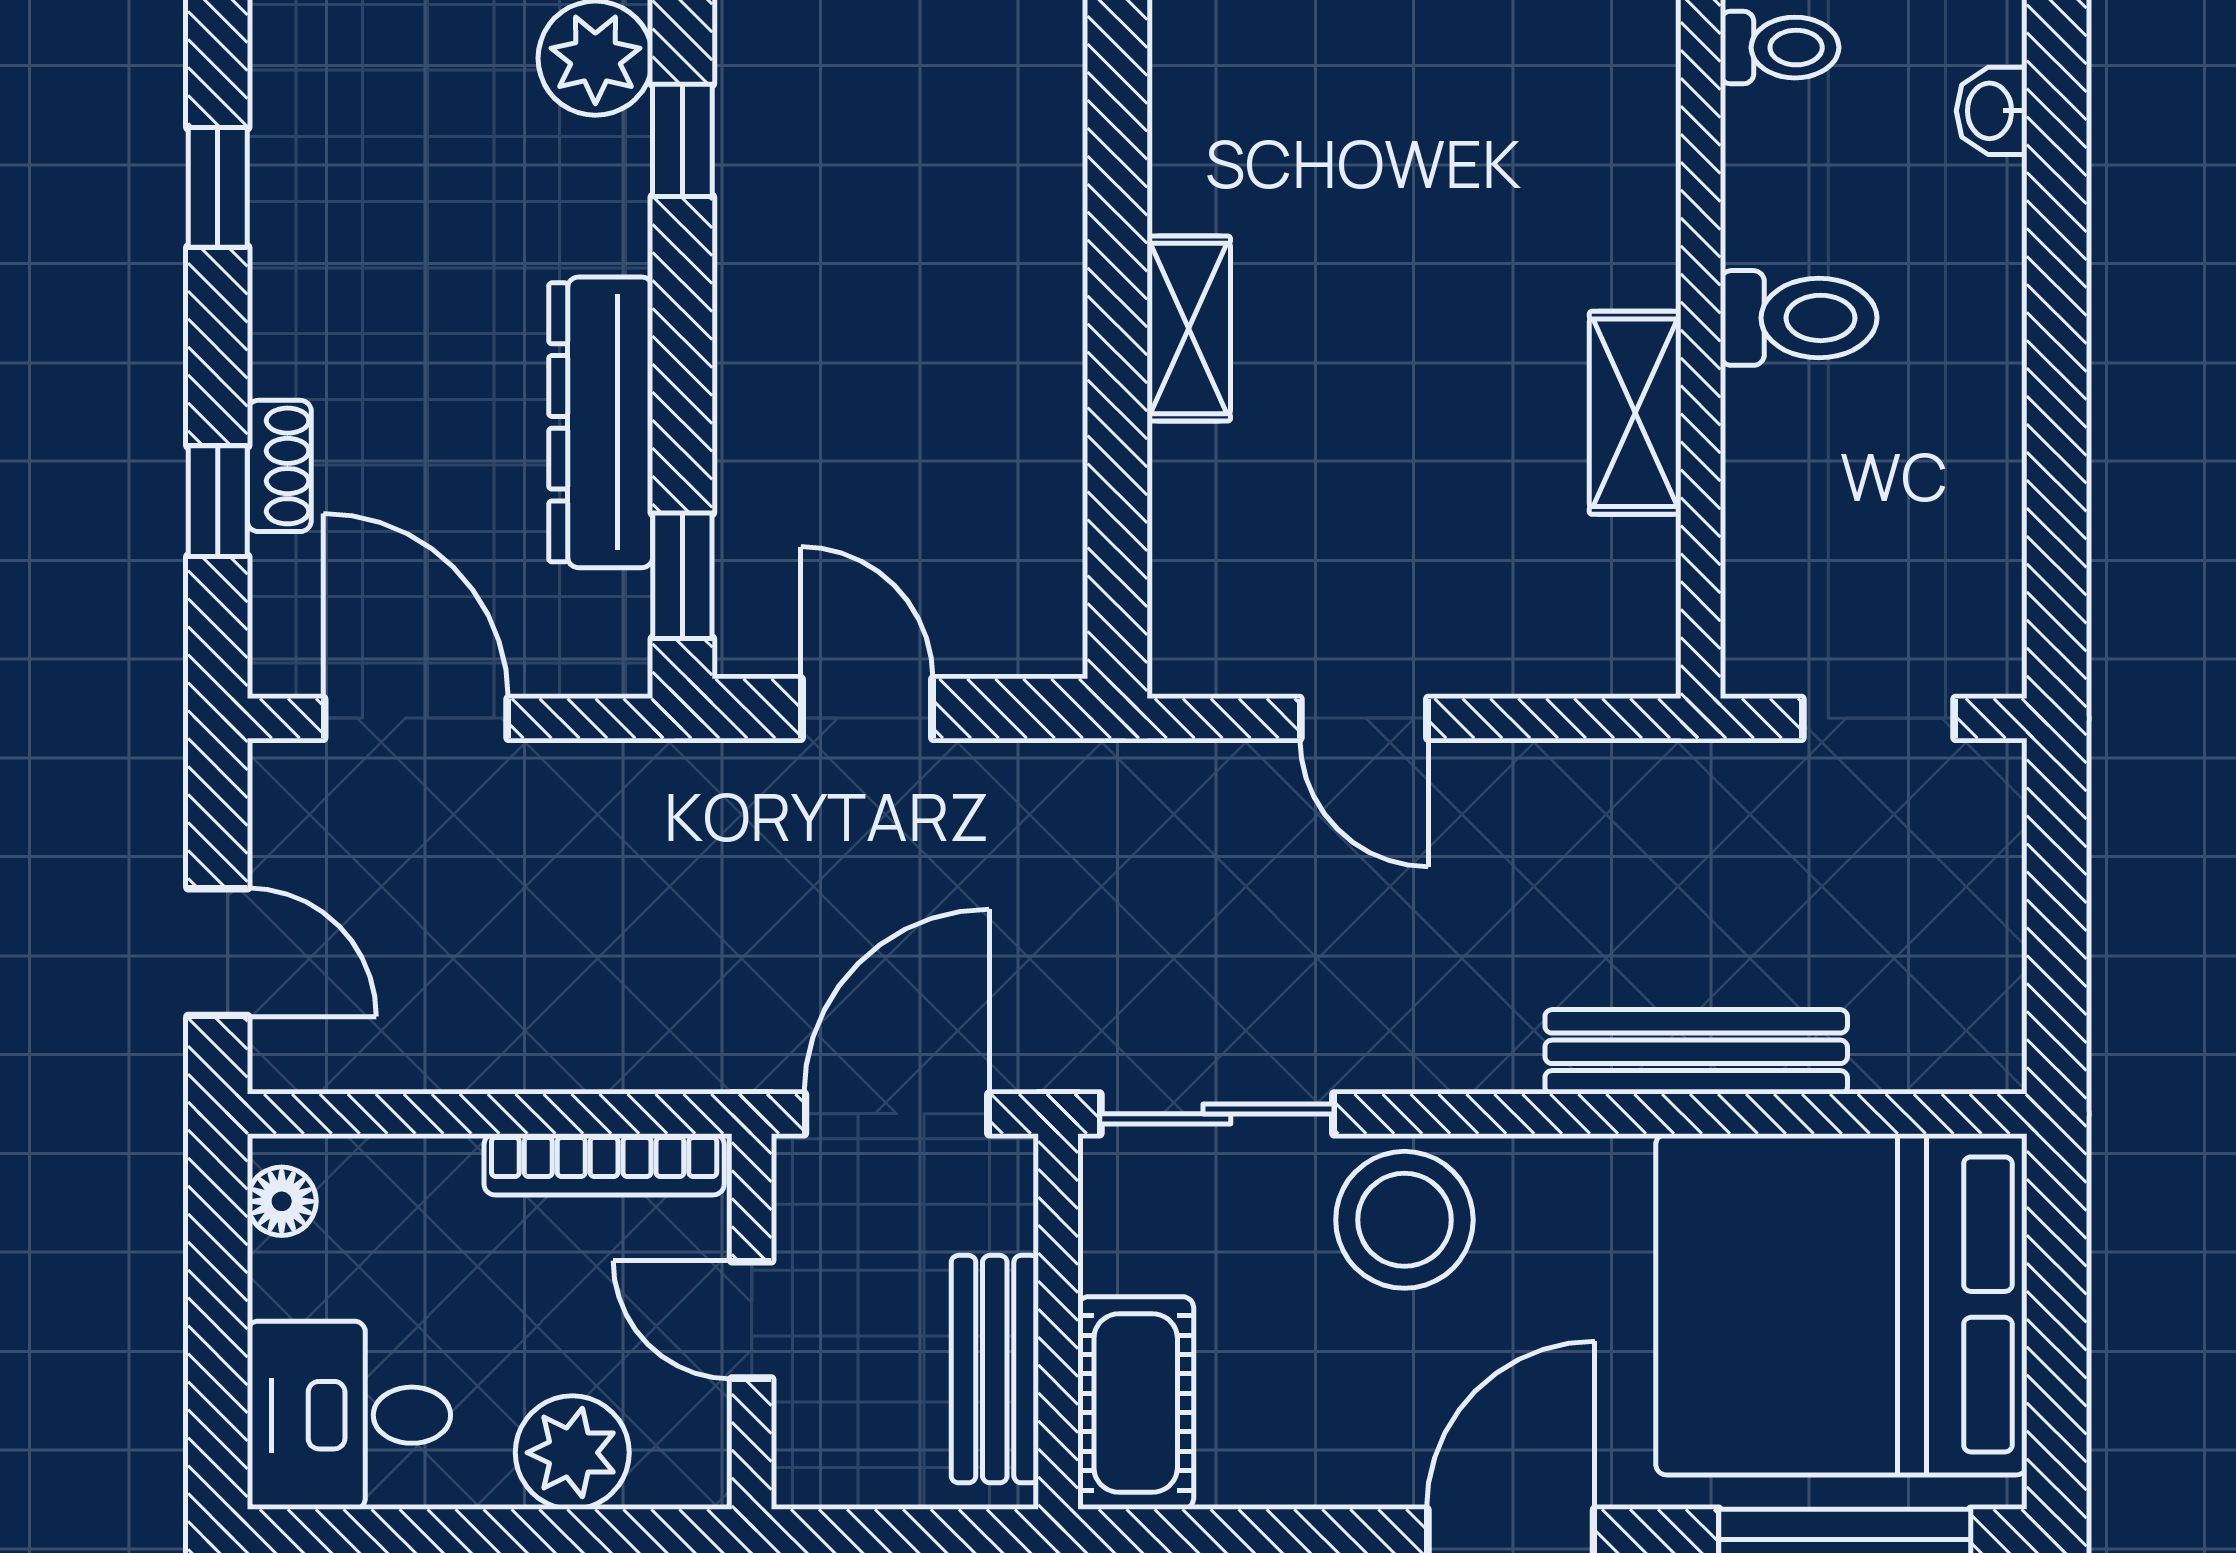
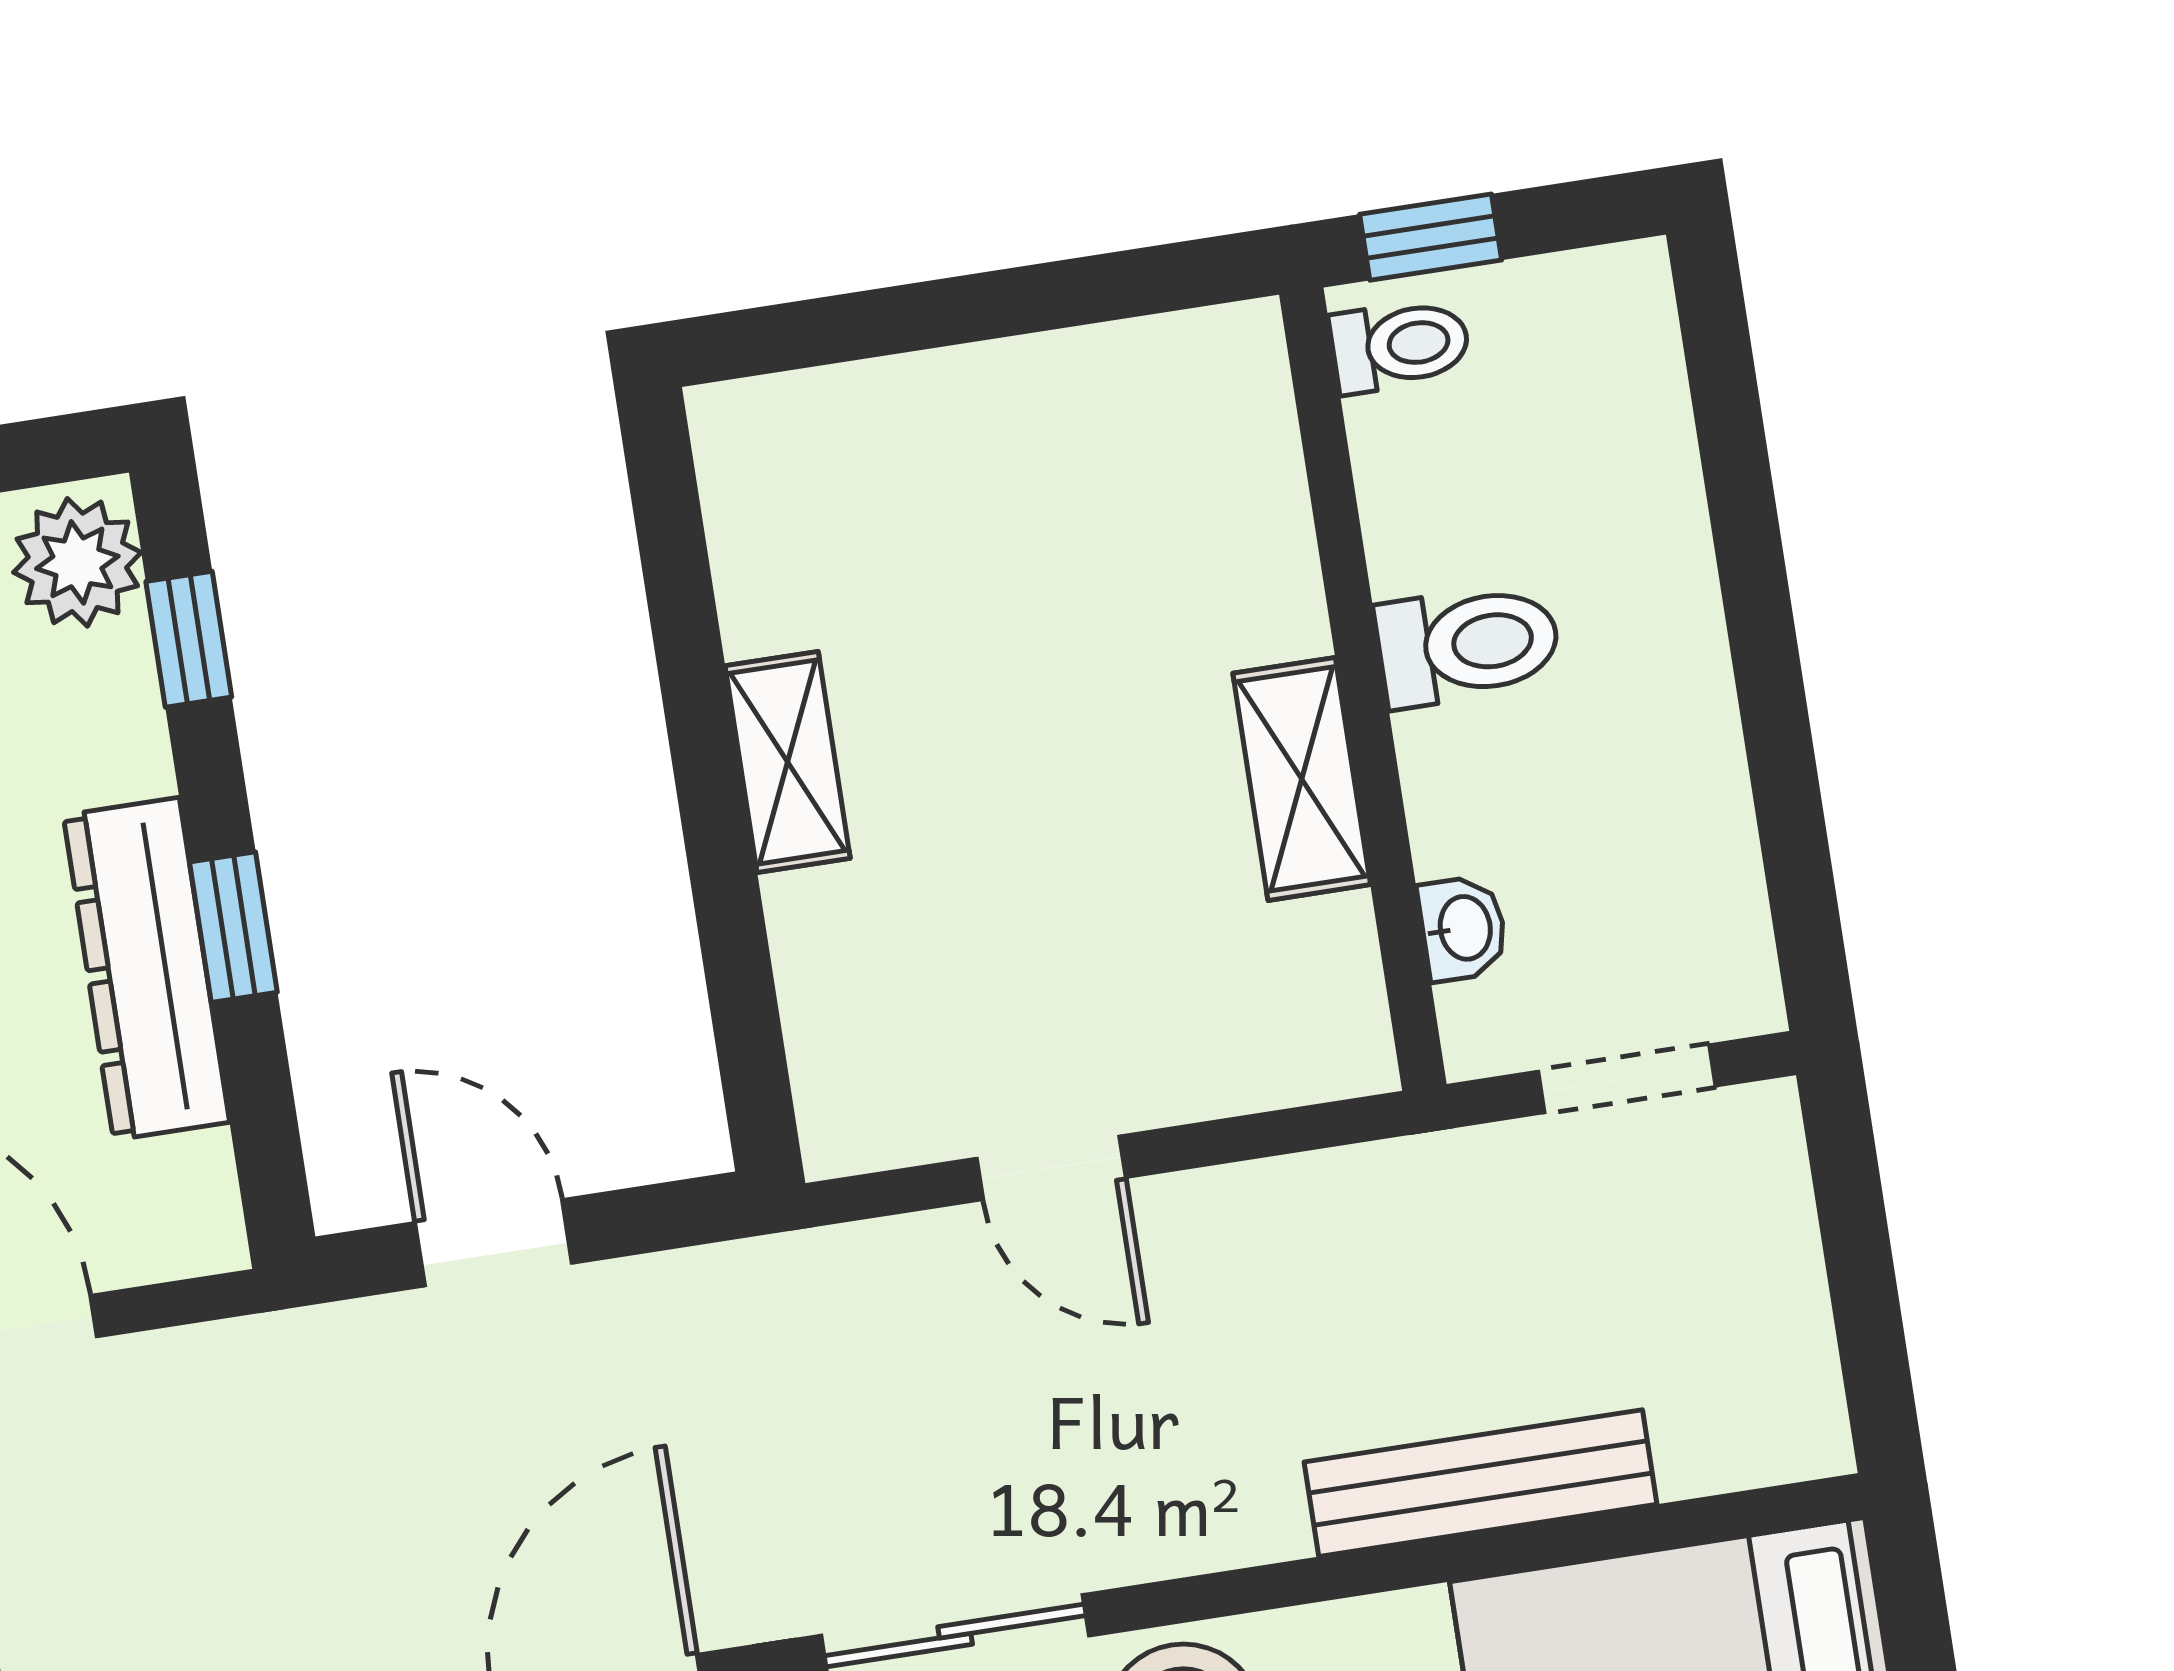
washbasin: (1992, 111) -> (1463, 928), moved, turned 180
window: (682, 576) -> (233, 927), moved

